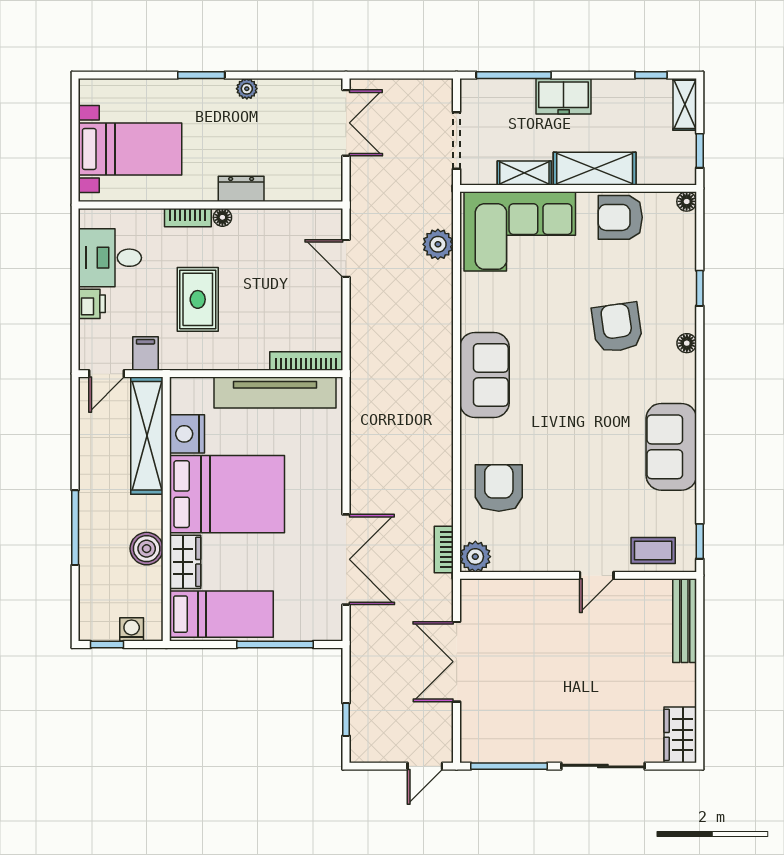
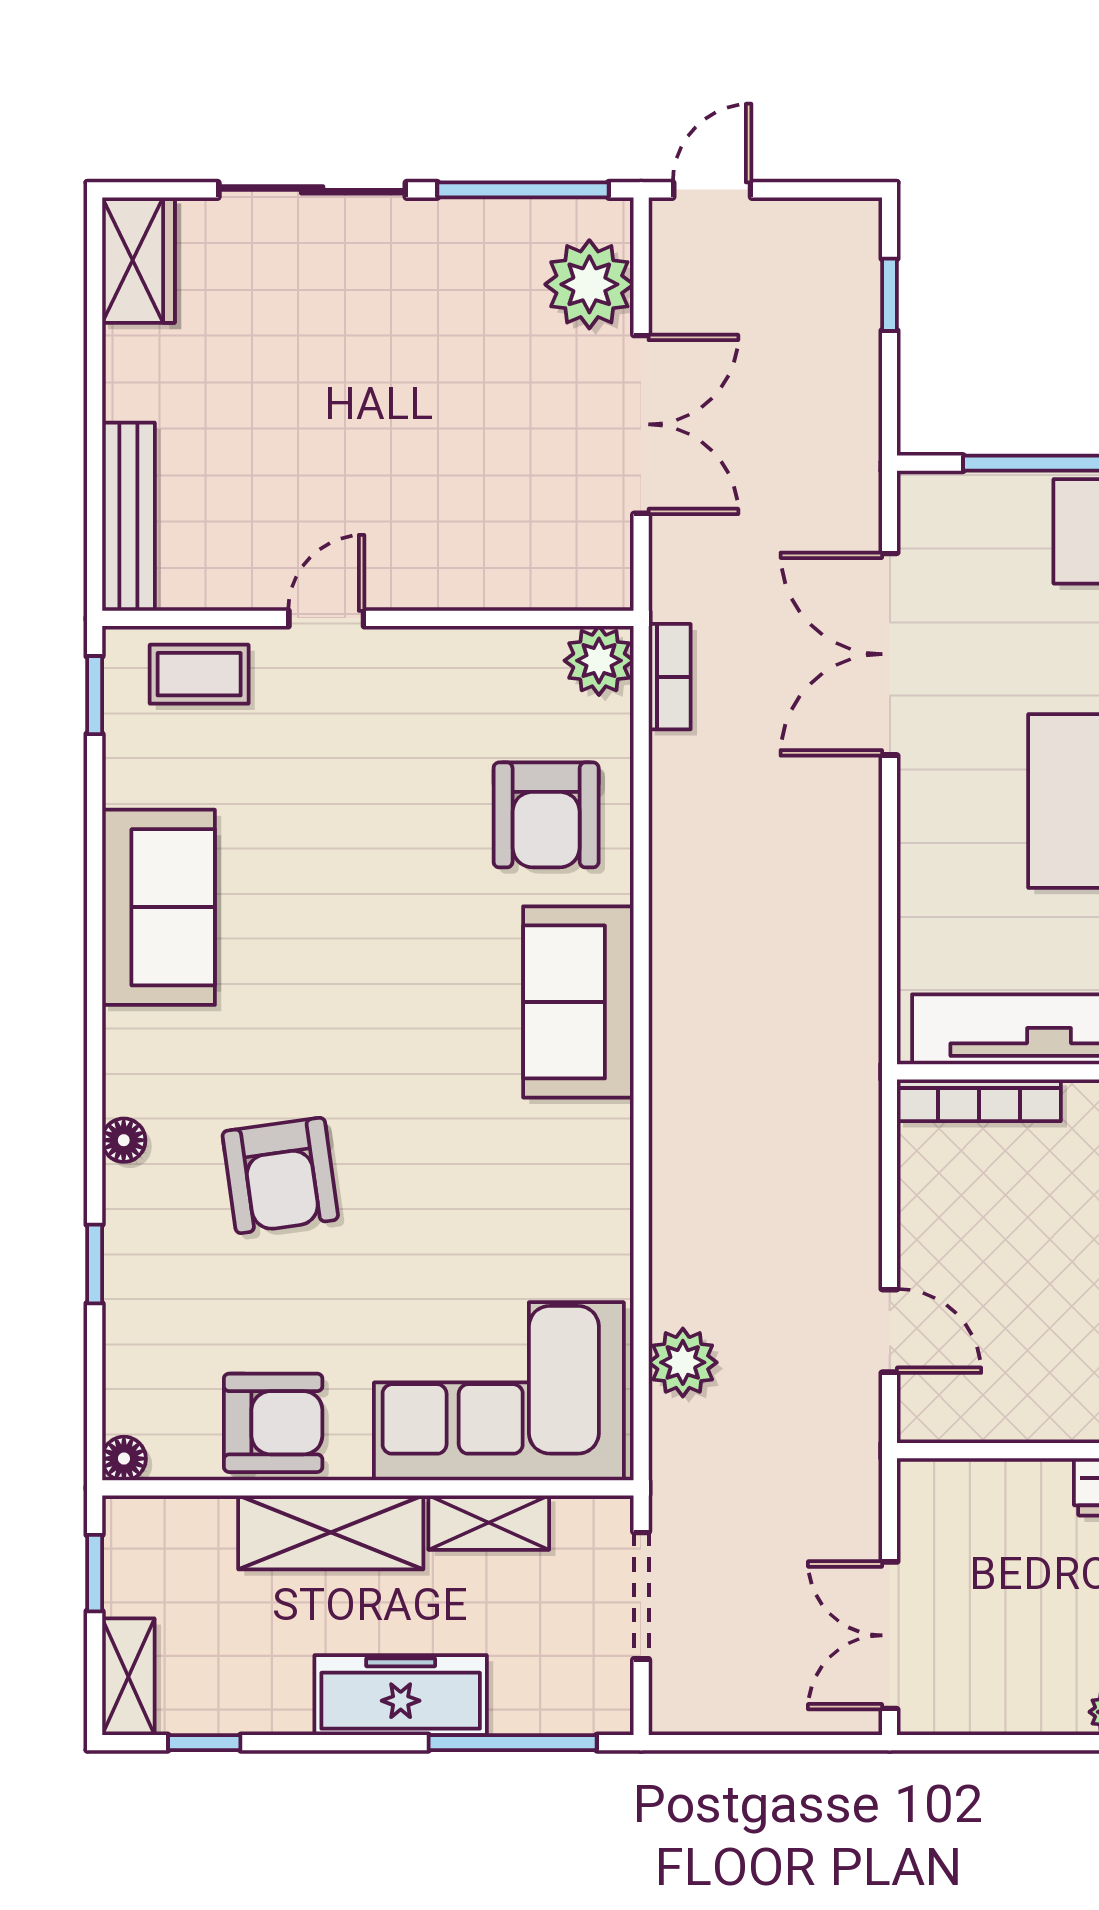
freezer: (564, 96) -> (401, 1695), width x1.40
sofa: (484, 375) -> (578, 1002), moved
plant: (480, 724) -> (589, 284), added

